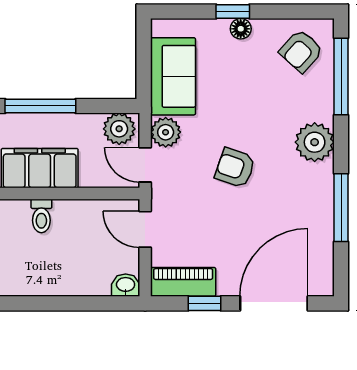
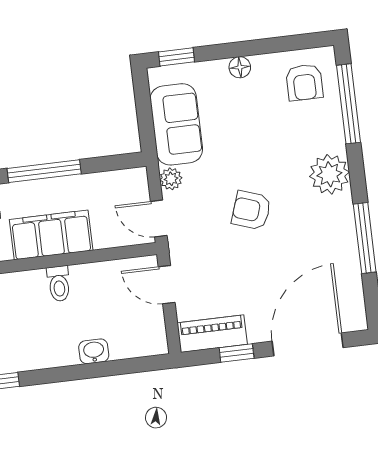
window: (233, 11) -> (176, 57), moved
armchair: (301, 51) -> (304, 82), turned -42
plant: (119, 129) -> (128, 185), removed
plant: (166, 132) -> (171, 179), width x0.73, depth x0.73
washbasin: (126, 285) -> (94, 351), moved

